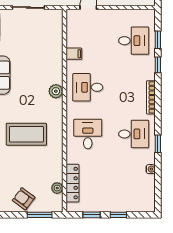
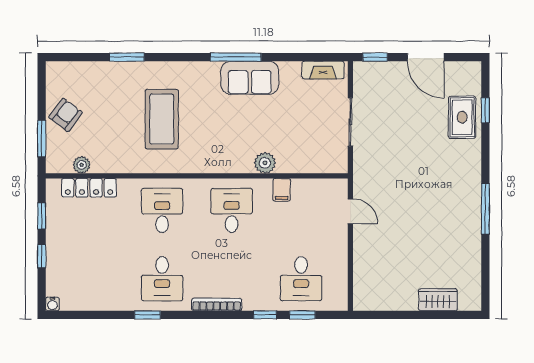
plant: (56, 91) -> (265, 163), moved
desk: (88, 134) -> (162, 210), turned -90
water cooler: (151, 169) -> (53, 304), moved

